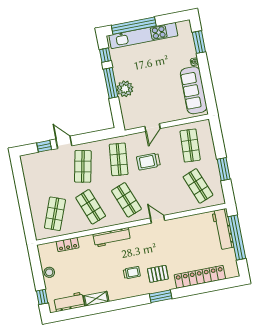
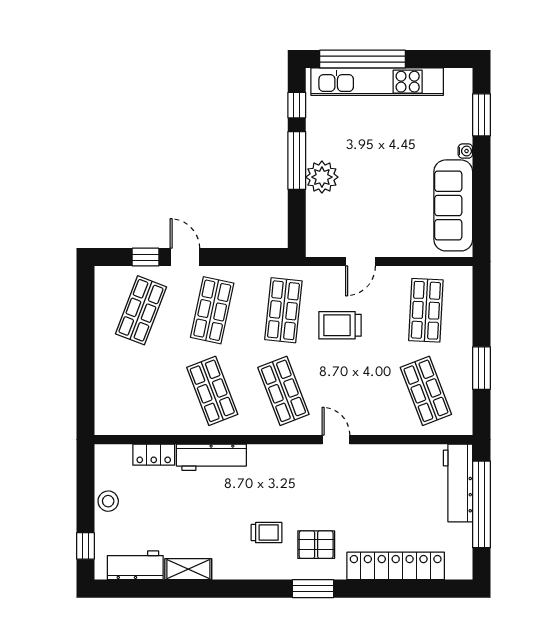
shop shelf: (55, 214) -> (141, 310), moved
workbench: (112, 237) -> (211, 457), moved

